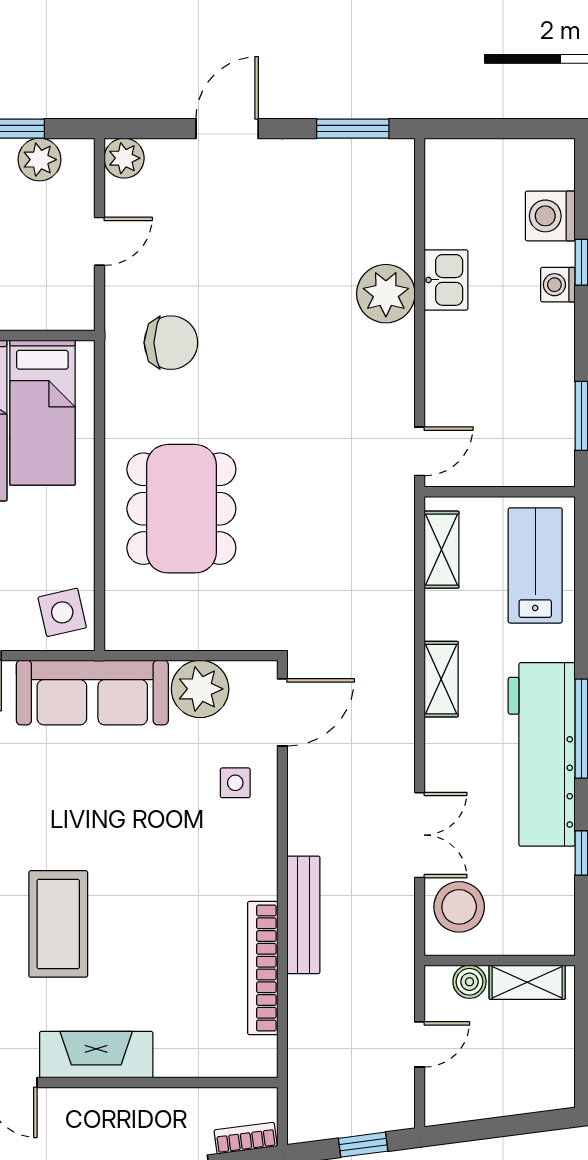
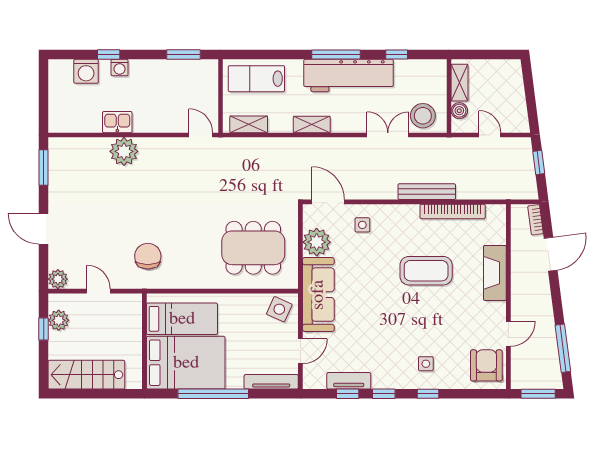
dining table: (181, 509) -> (253, 248), moved
side table: (62, 612) -> (279, 309), turned 37
coffee table: (58, 924) -> (426, 271), moved
fireplace: (96, 1055) -> (495, 273), moved

